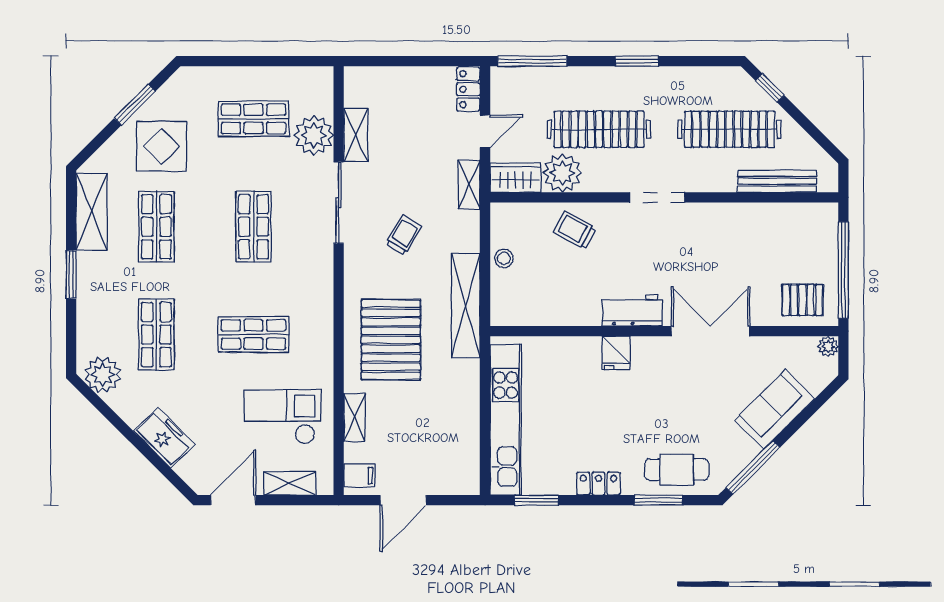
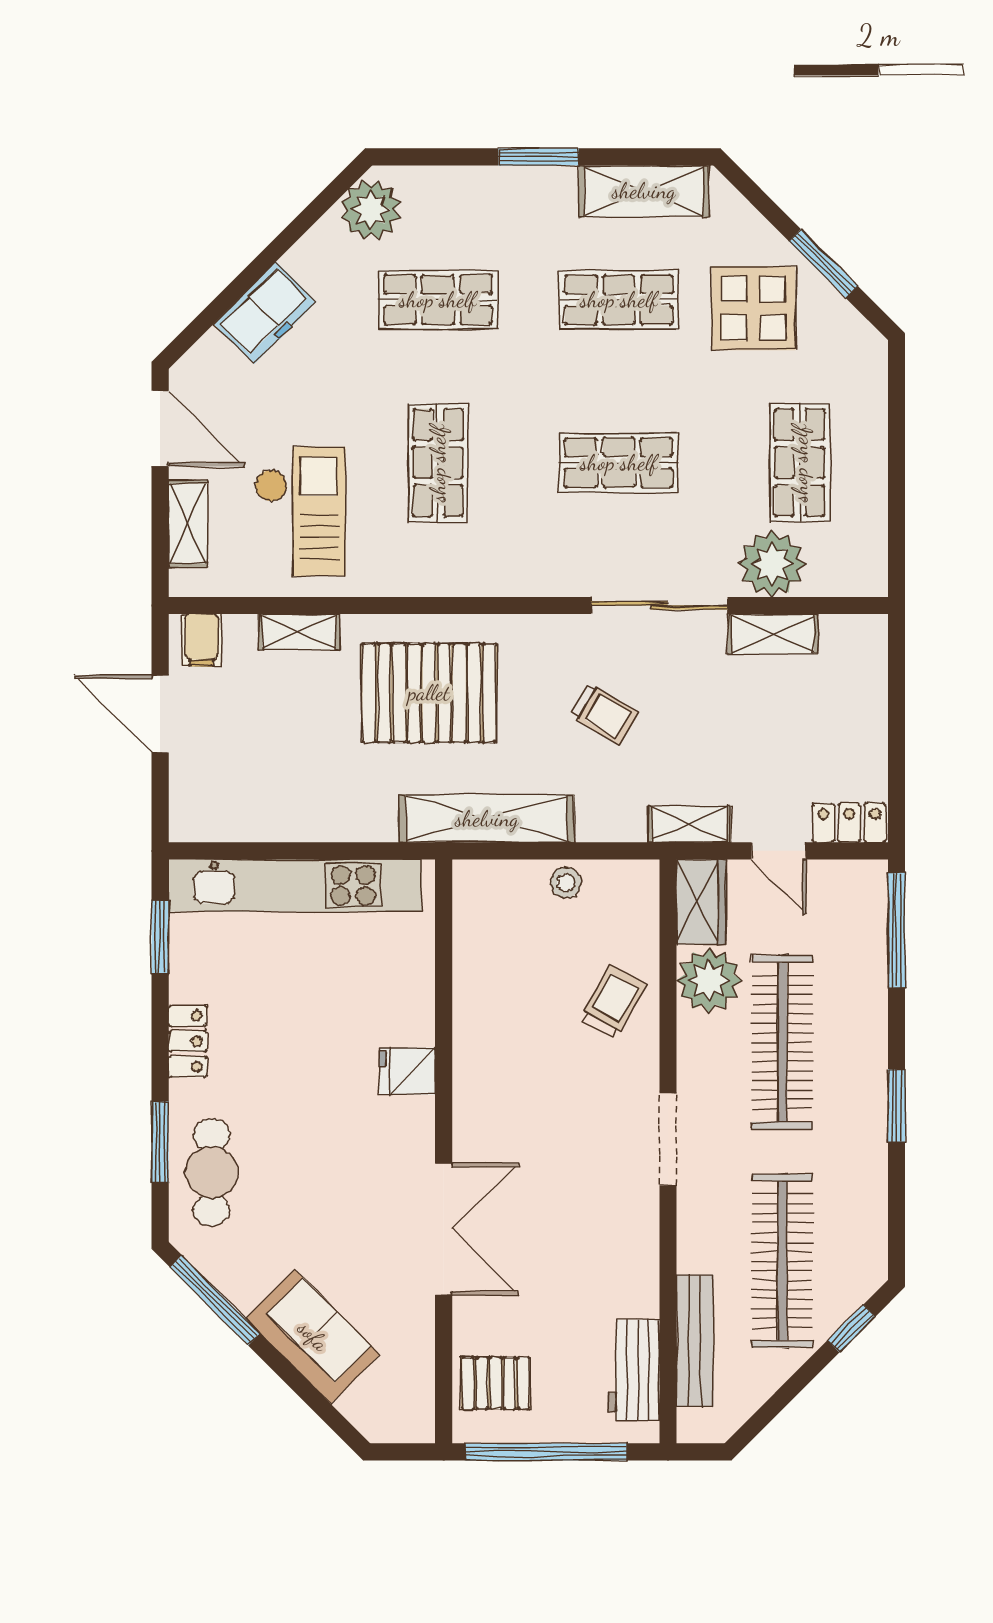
pallet: (802, 300) -> (496, 1383), turned 90
workbench: (632, 311) -> (633, 1370), moved, turned 180
plant: (828, 346) -> (418, 1426), removed

